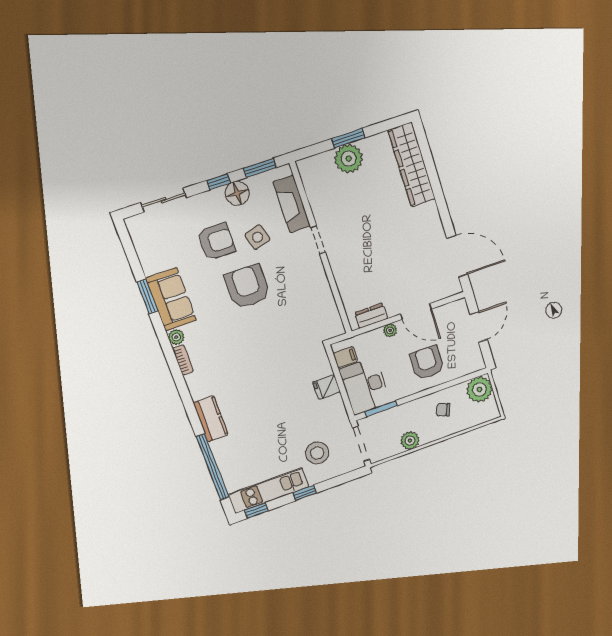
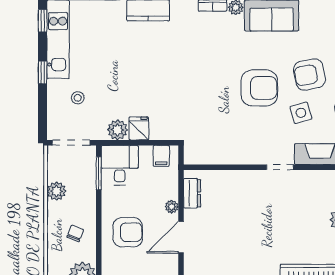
armchair: (216, 242) -> (309, 75), turned 79
desk: (365, 386) -> (120, 165), width x0.73
plant: (335, 406) -> (118, 130), added
stool: (317, 453) -> (78, 98), width x0.53, depth x0.53

